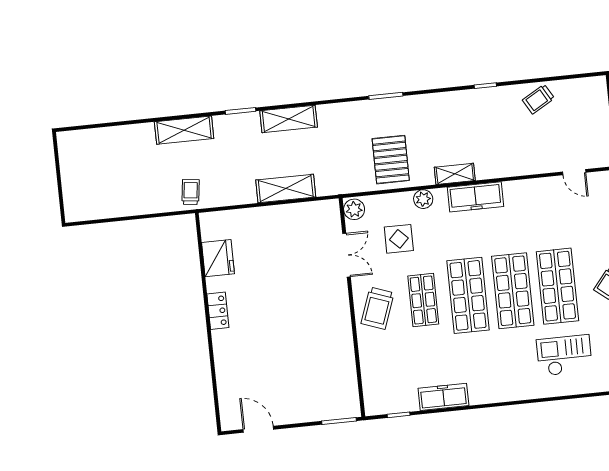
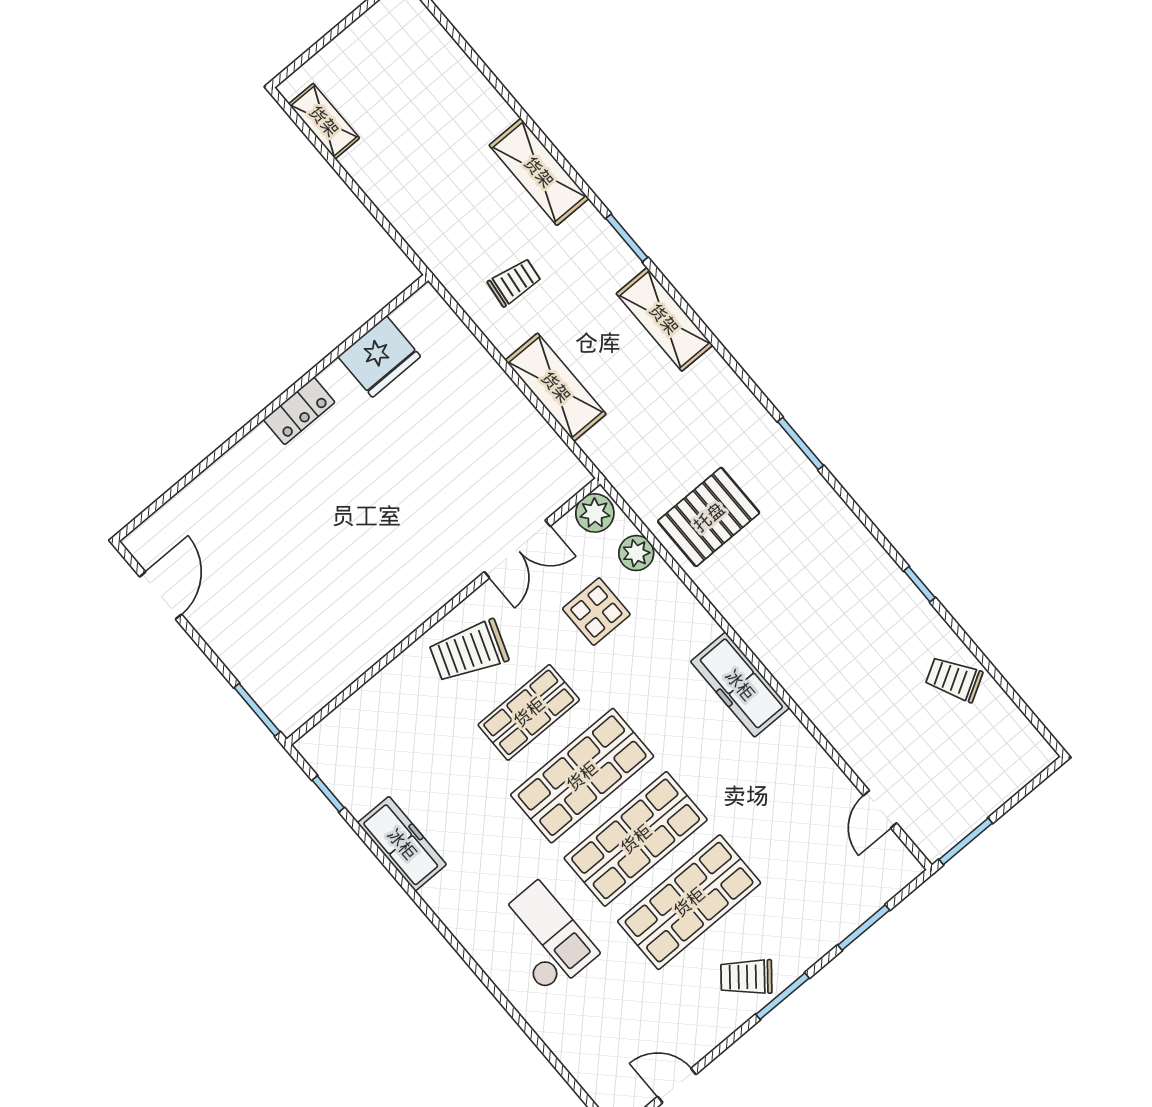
shelving: (455, 174) -> (324, 121), moved
trolley: (191, 192) -> (514, 282), moved
plant: (423, 199) -> (636, 553), moved
checkout: (564, 355) -> (544, 938), moved

